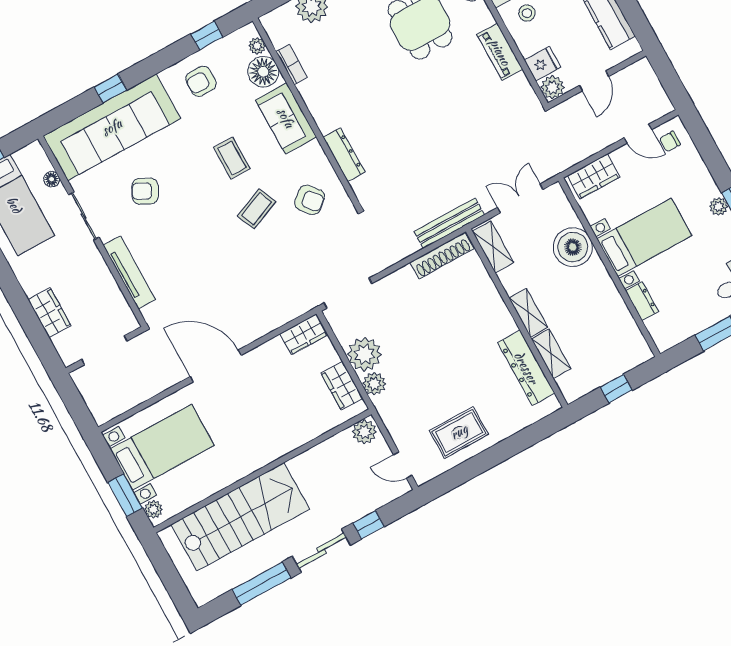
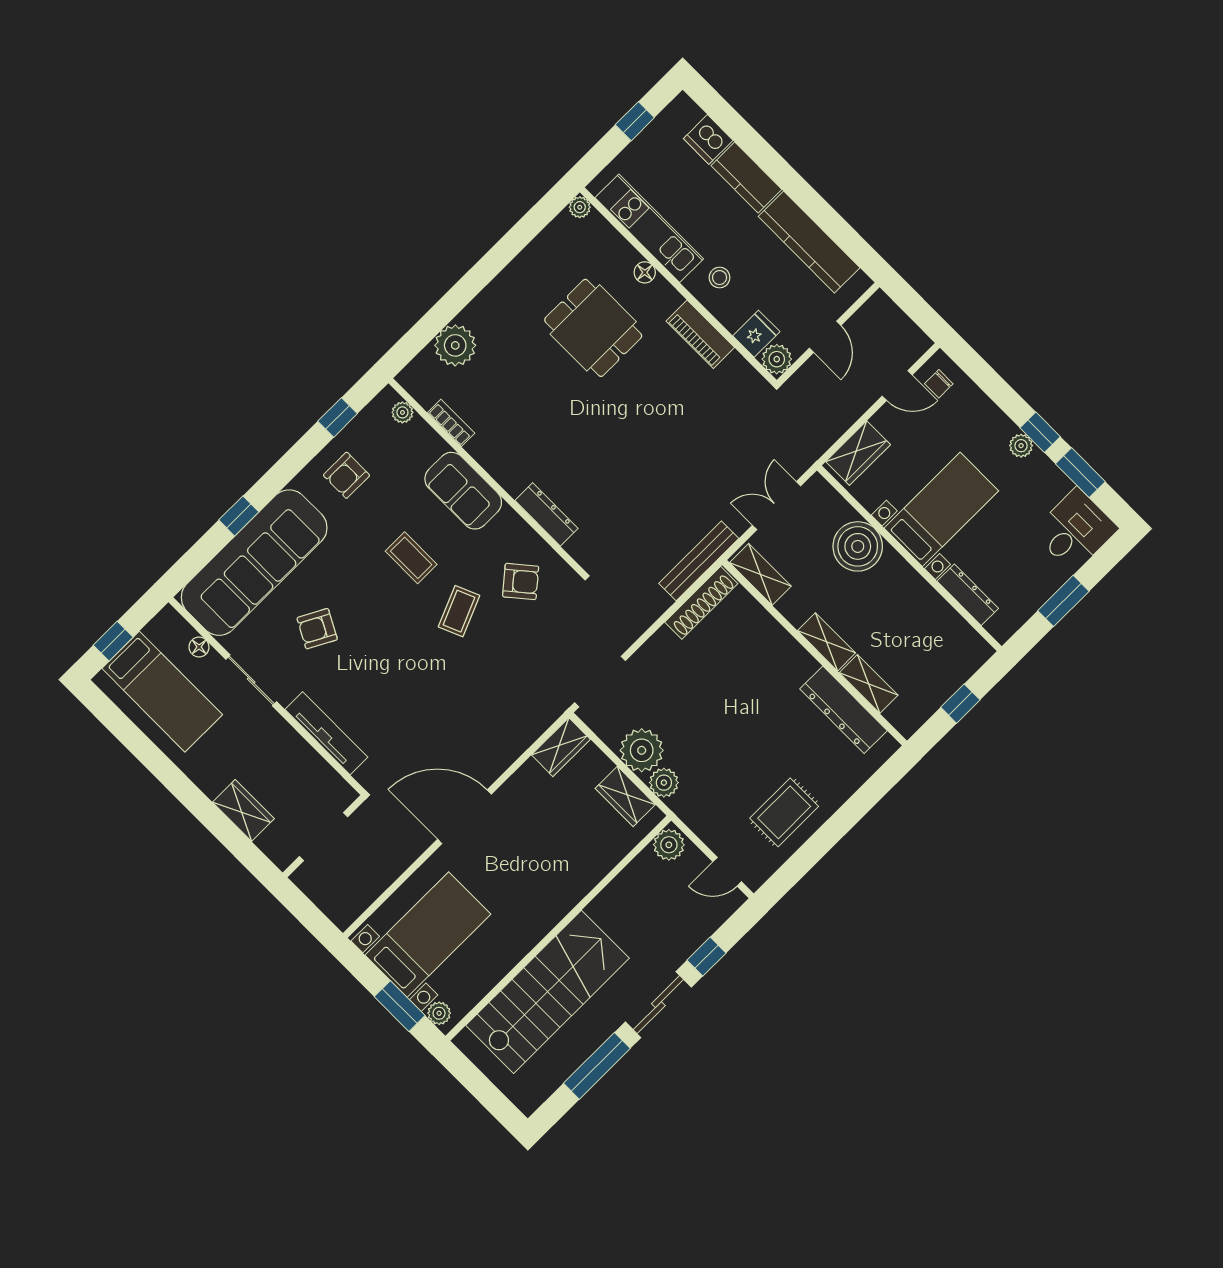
floor lamp: (263, 72) -> (419, 442), removed
dresser: (642, 301) -> (968, 595), width x1.44

